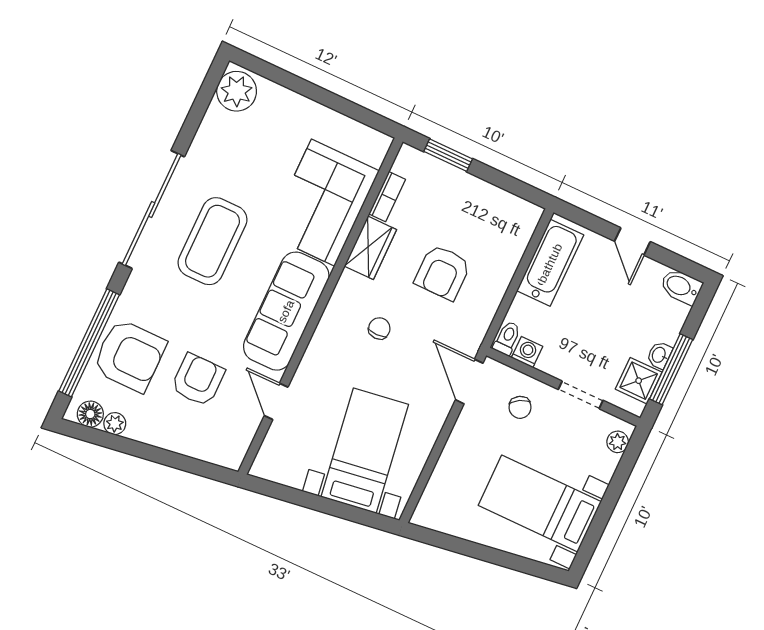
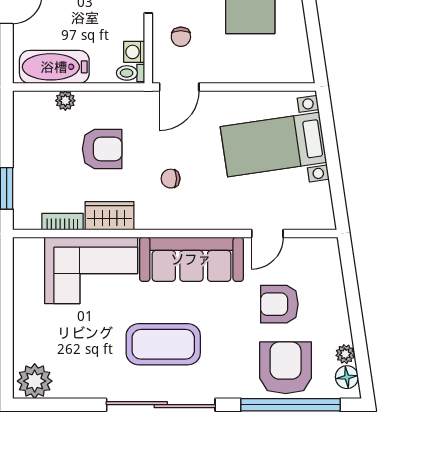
plant: (510, 258) -> (65, 101), added
chair: (520, 407) -> (181, 37), turned 120

